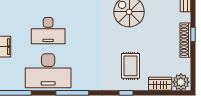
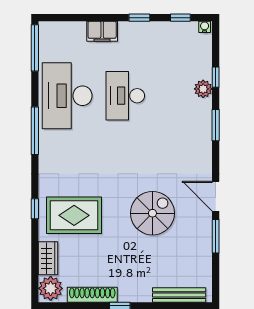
shoe rack: (185, 40) -> (92, 295), moved
rug: (131, 66) -> (74, 215), width x1.36, depth x1.43

